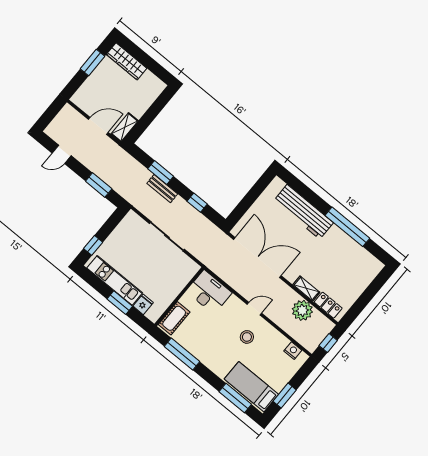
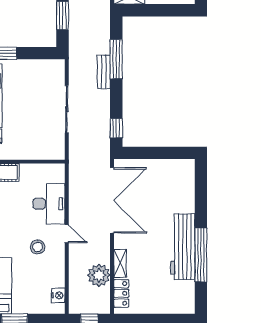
window: (161, 172) -> (116, 59), width x1.44
window: (197, 203) -> (116, 128), moved
workbench: (303, 212) -> (183, 247), moved
desk: (209, 292) -> (49, 204), moved

